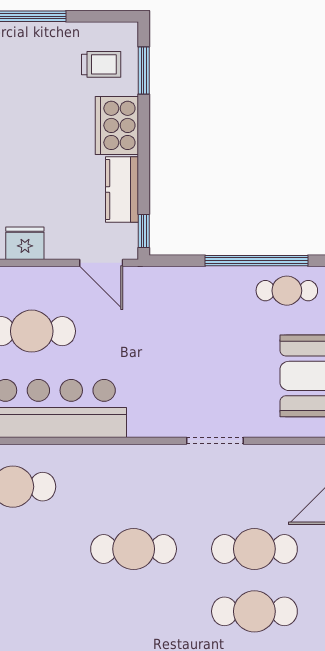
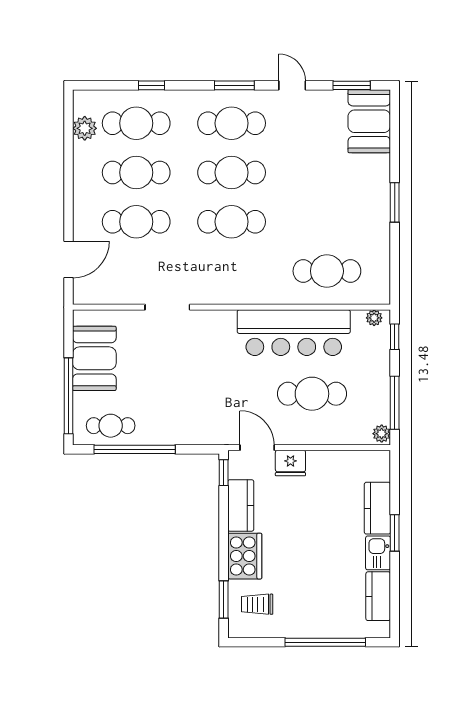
fridge: (25, 243) -> (290, 463), moved
cafe table: (134, 611) -> (232, 172), added

